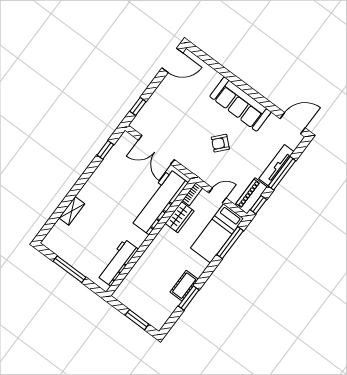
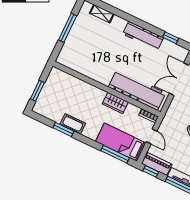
shelving: (72, 211) -> (102, 14), moved
wardrobe: (180, 217) -> (115, 103), moved
workbench: (118, 263) -> (143, 36), moved, turned 180

